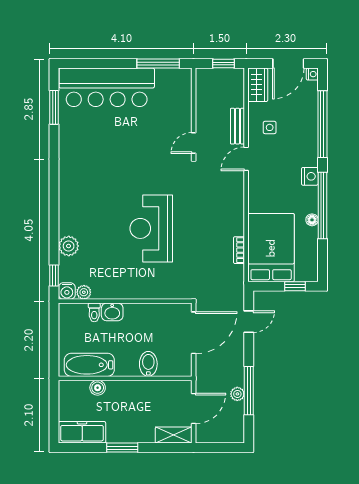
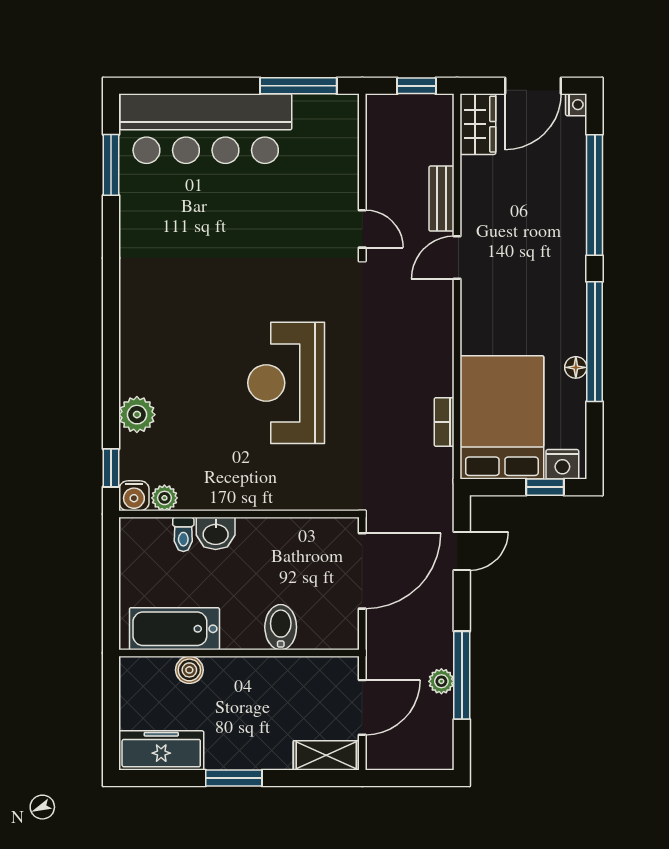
side table: (270, 127) -> (499, 201), removed
door: (194, 143) -> (362, 229), swing flipped
nightstand: (310, 176) -> (562, 464), moved, turned 90

